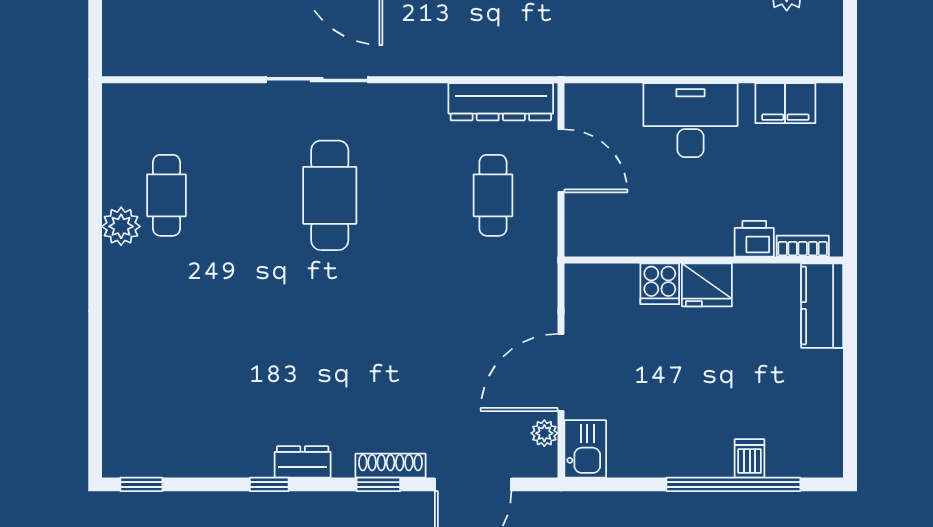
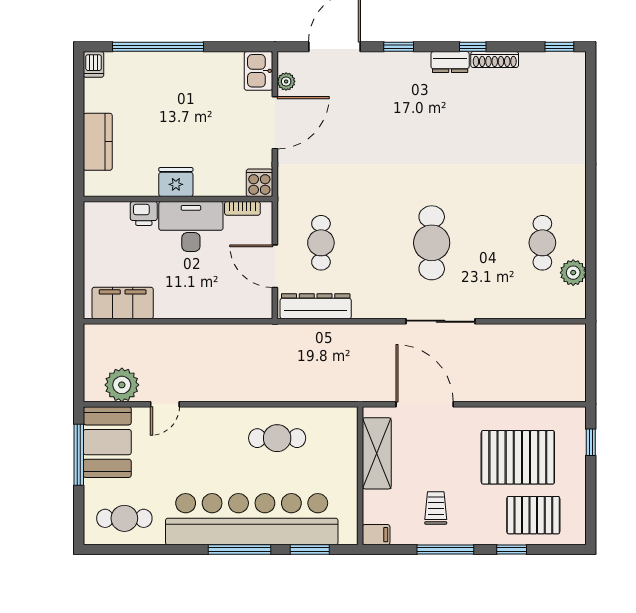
filing cabinet: (785, 103) -> (123, 303), width x1.50, depth x1.17
desk: (690, 120) -> (191, 226), moved, turned 180
plant: (121, 226) -> (573, 273), moved
bookcase: (803, 246) -> (242, 208), moved
cooker: (660, 284) -> (259, 183), moved
kitchen counter: (822, 306) -> (98, 142), moved
dishwasher: (750, 458) -> (94, 64), moved
shoe rack: (390, 466) -> (495, 59), moved

